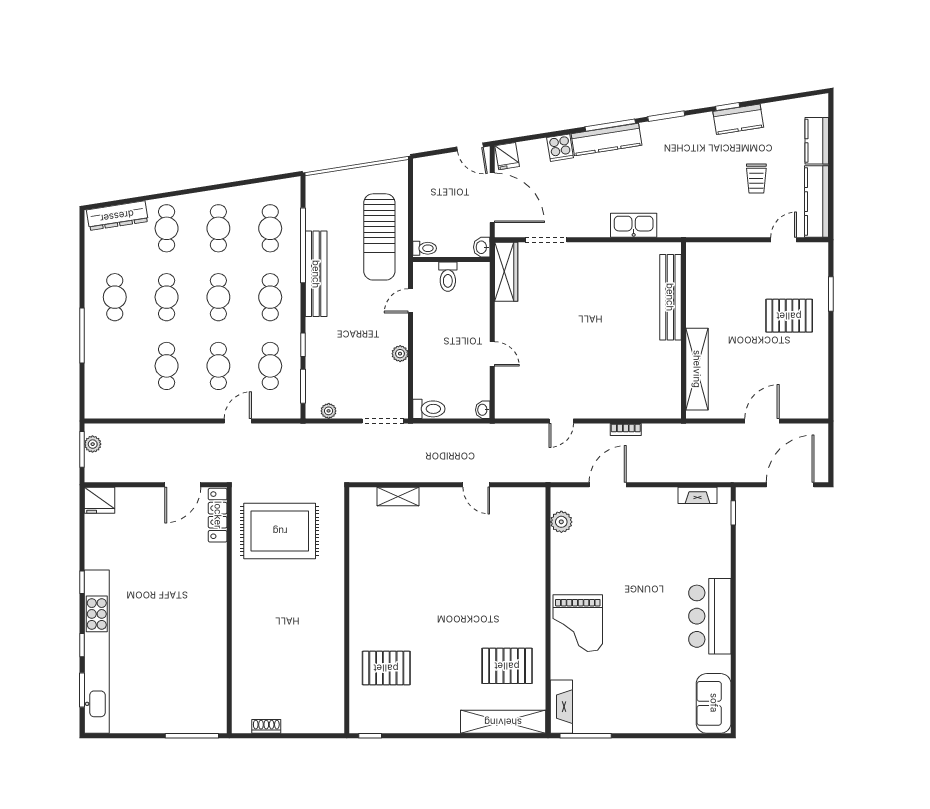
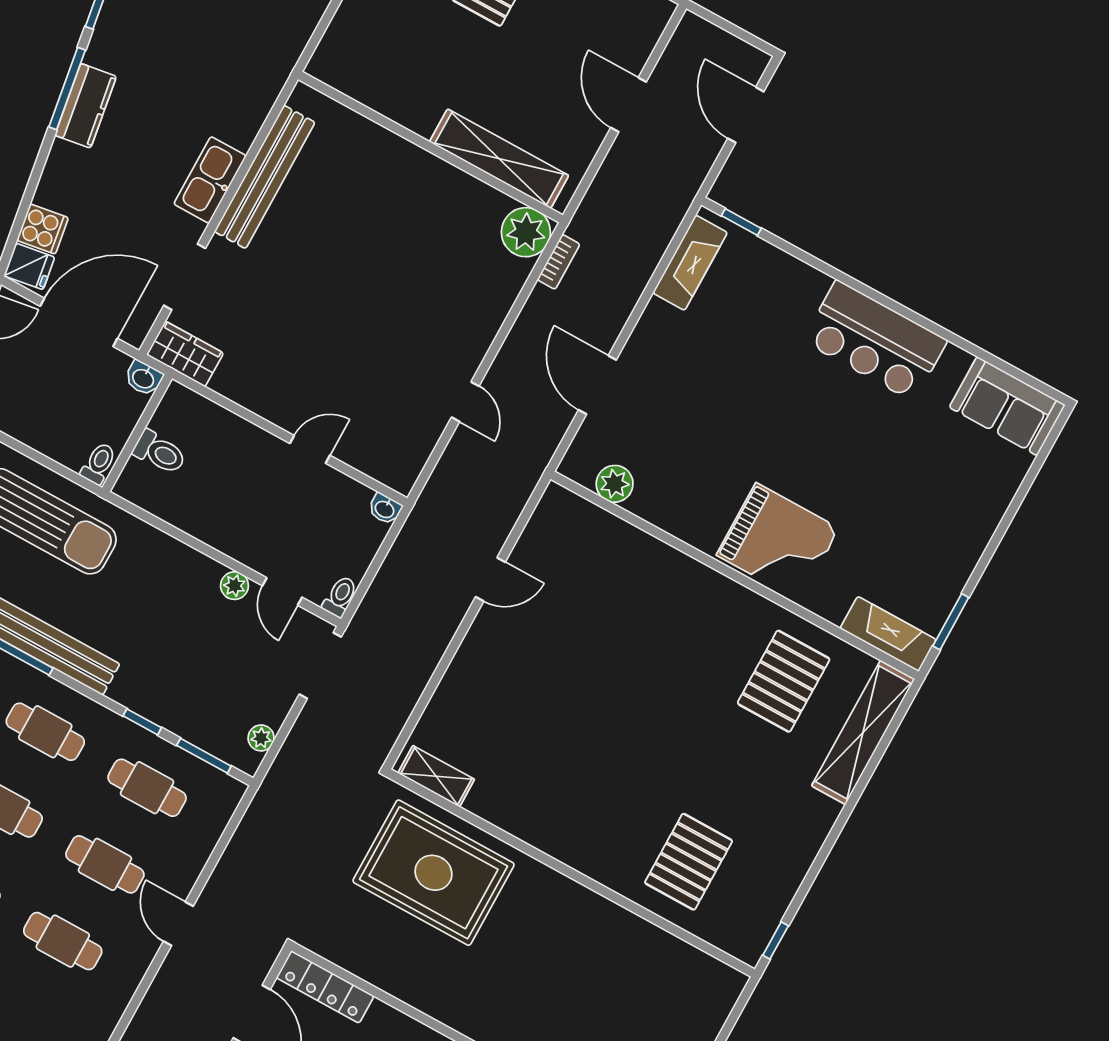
kitchen counter: (607, 139) -> (86, 106), width x0.67
cooker: (560, 148) -> (43, 229), moved
kitchen sink: (634, 225) -> (210, 180), moved
wardrobe: (506, 272) -> (185, 354), width x0.67
bench: (670, 297) -> (265, 177), moved, turned 90
door: (411, 301) -> (282, 591), moved
plant: (667, 404) -> (526, 232), added
toilet: (429, 409) -> (340, 597), width x0.73, depth x0.72
door: (238, 421) -> (178, 924), moved
bookcase: (626, 429) -> (559, 262), moved
door: (790, 485) -> (746, 115), width x0.73
fireplace: (698, 495) -> (690, 263), width x1.37, depth x1.32
shelving: (398, 496) -> (436, 776), moved, turned 90
rug: (280, 531) -> (434, 873), moved, turned 90
window: (586, 736) -> (951, 622), width x0.69

